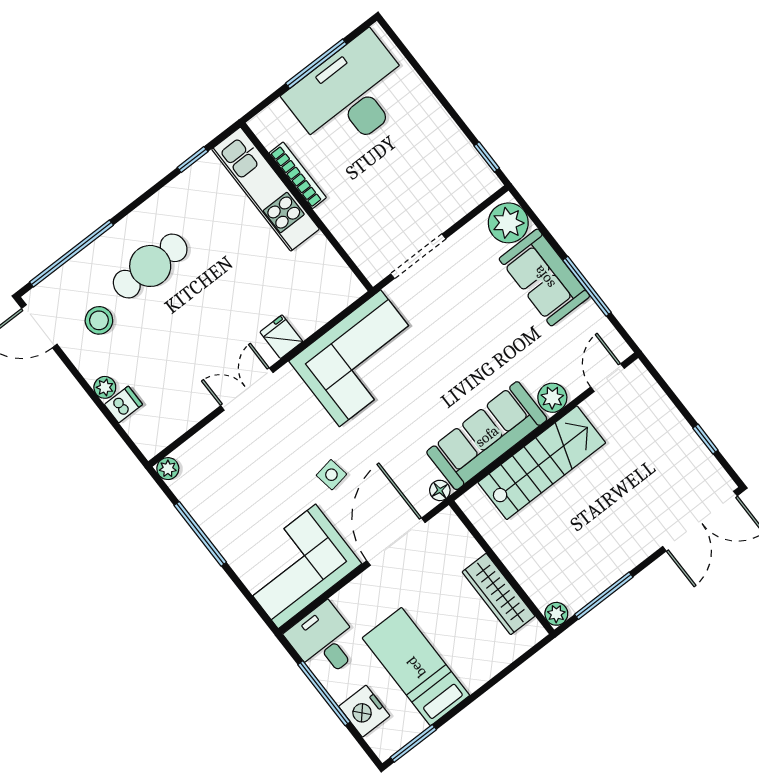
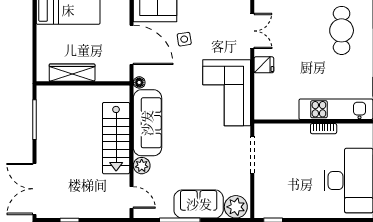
bookcase: (298, 175) -> (324, 129), width x0.64
plant: (556, 614) -> (43, 92), removed

